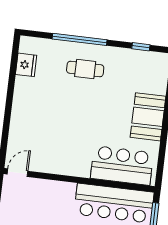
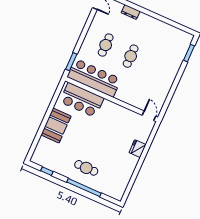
fridge: (26, 65) -> (138, 149), moved
door: (17, 173) -> (149, 116), swing flipped

